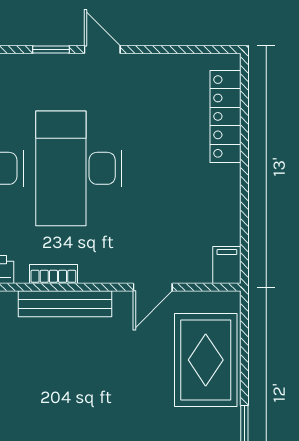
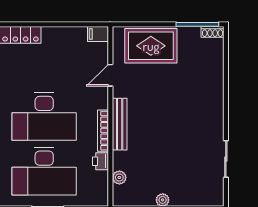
bookcase: (53, 274) -> (103, 131), width x1.56
door: (153, 287) -> (110, 75), swing flipped

